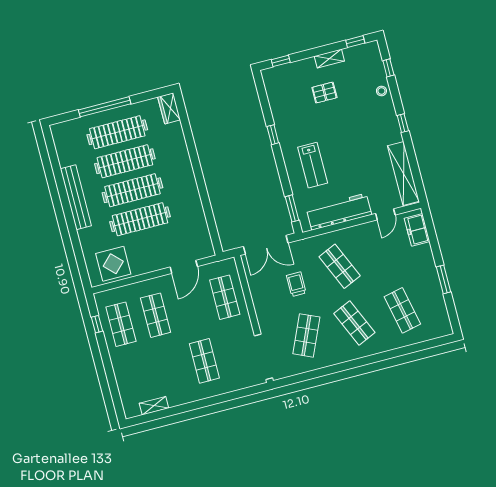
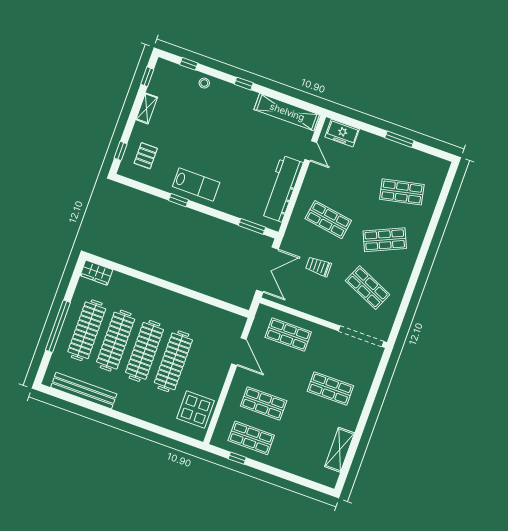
pallet: (324, 93) -> (146, 156), moved
lab bench: (313, 165) -> (196, 184), moved
bench: (76, 197) -> (84, 391), moved
shop shelf: (340, 266) -> (328, 220), turned 33
shelving: (154, 406) -> (340, 450), width x1.50, depth x1.33

